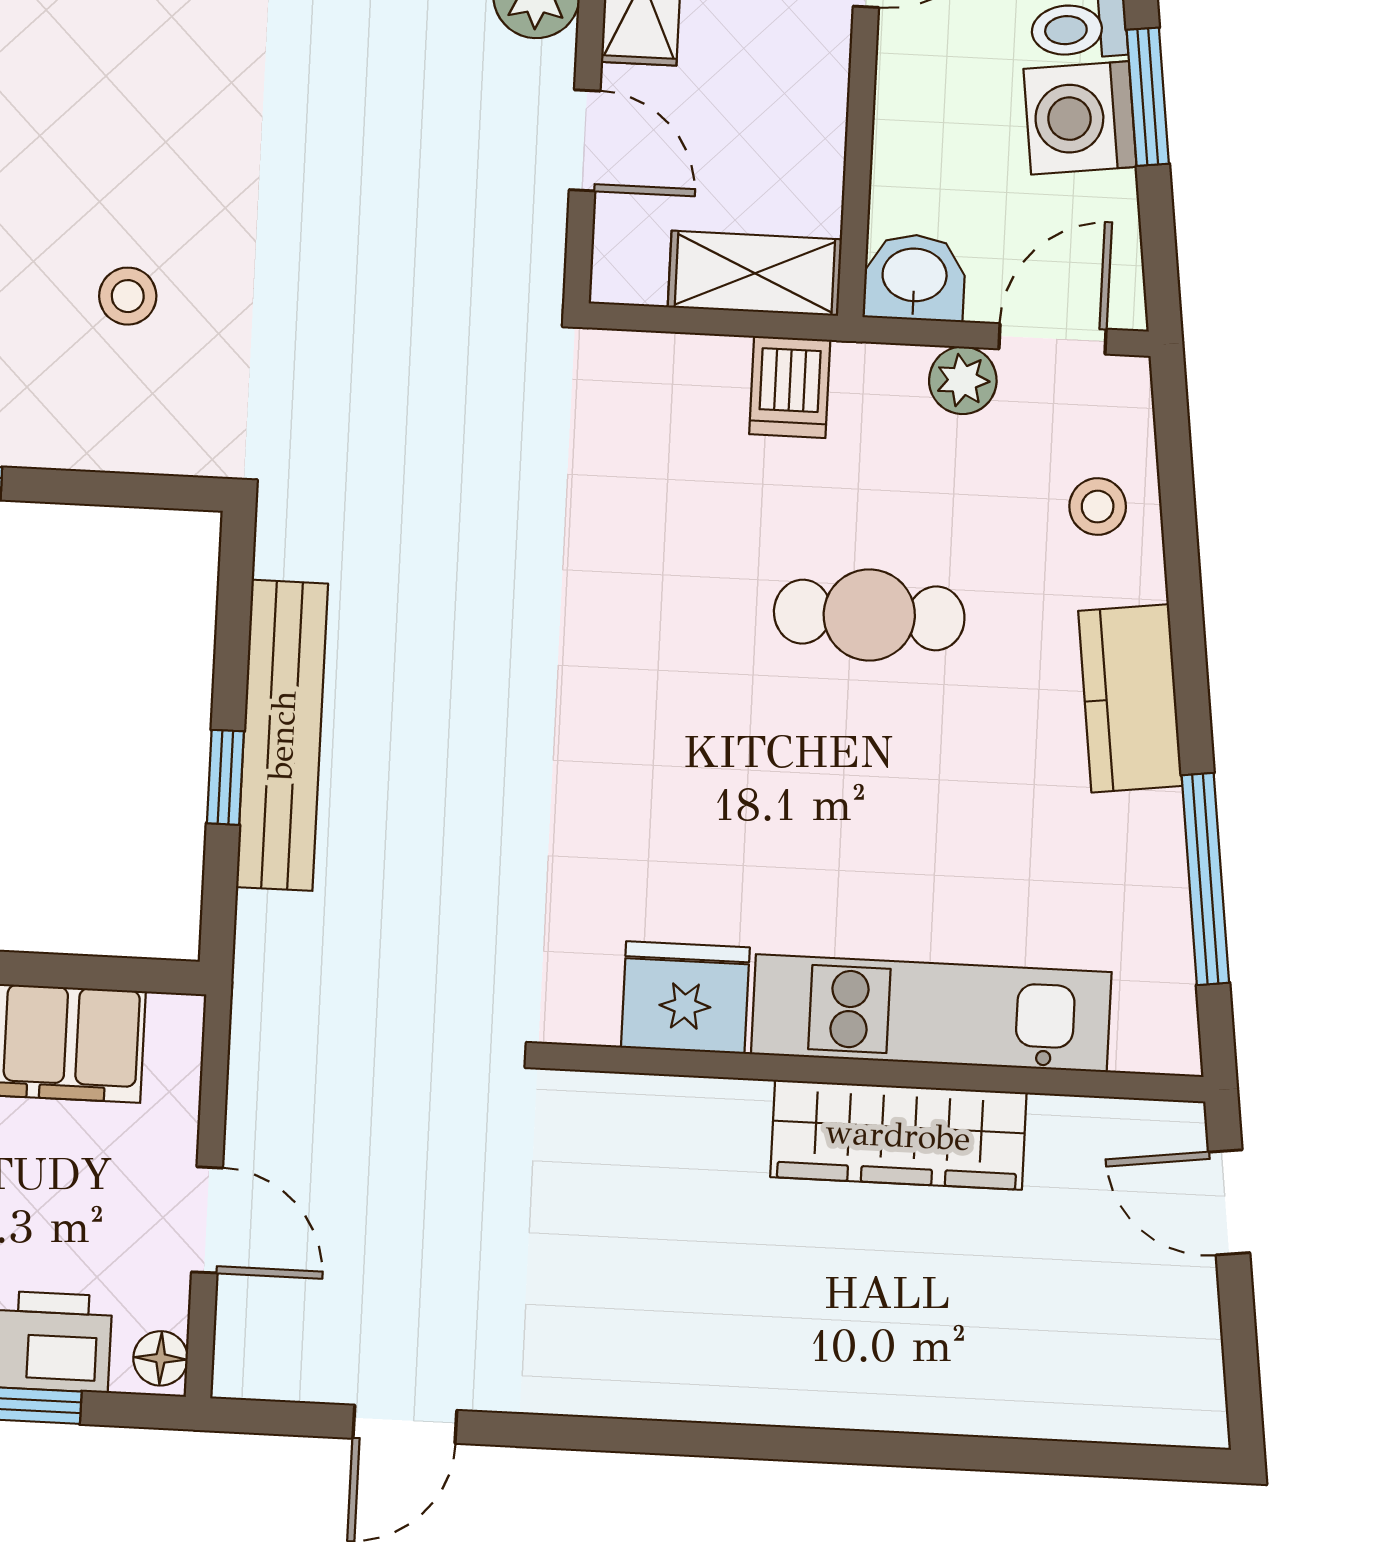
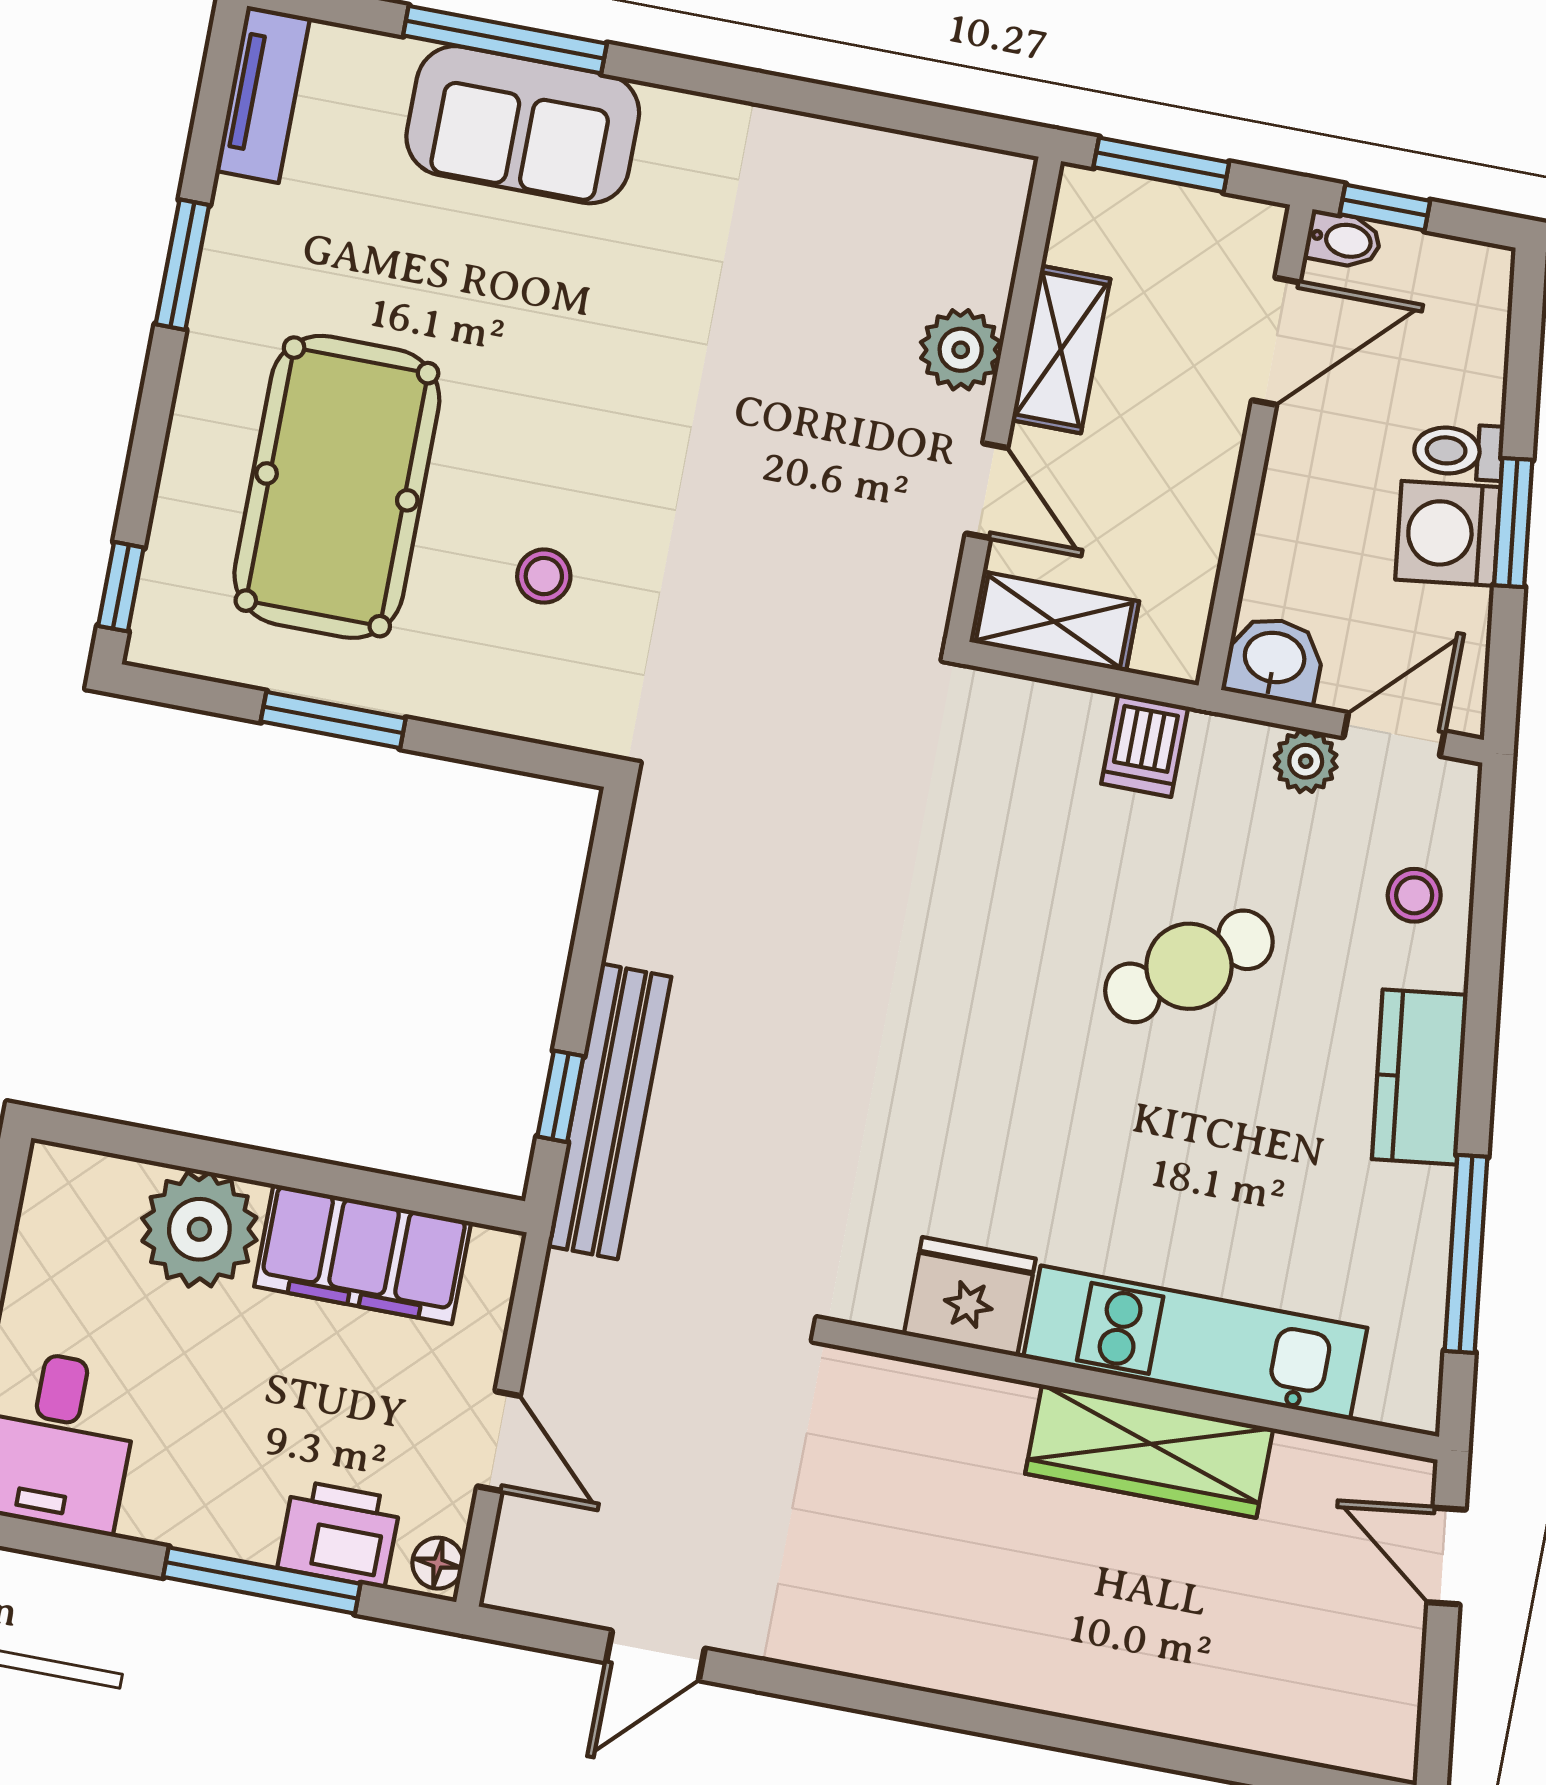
shelving: (755, 273) -> (1054, 622), moved
cafe table: (869, 615) -> (1189, 966), turned -36
bench: (282, 735) -> (609, 1111), moved
window: (225, 777) -> (560, 1096), moved

